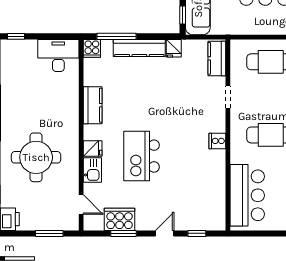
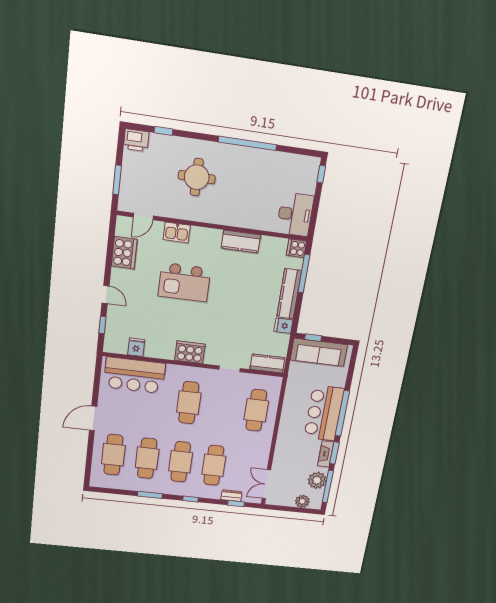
cooker: (217, 141) -> (190, 352), width x1.87, depth x1.31
fridge: (93, 149) -> (136, 347), moved, turned 180
kitchen island: (142, 156) -> (184, 282), turned 180
round table: (36, 157) -> (197, 177), width x0.73, depth x0.73
window: (124, 233) -> (110, 255), removed

